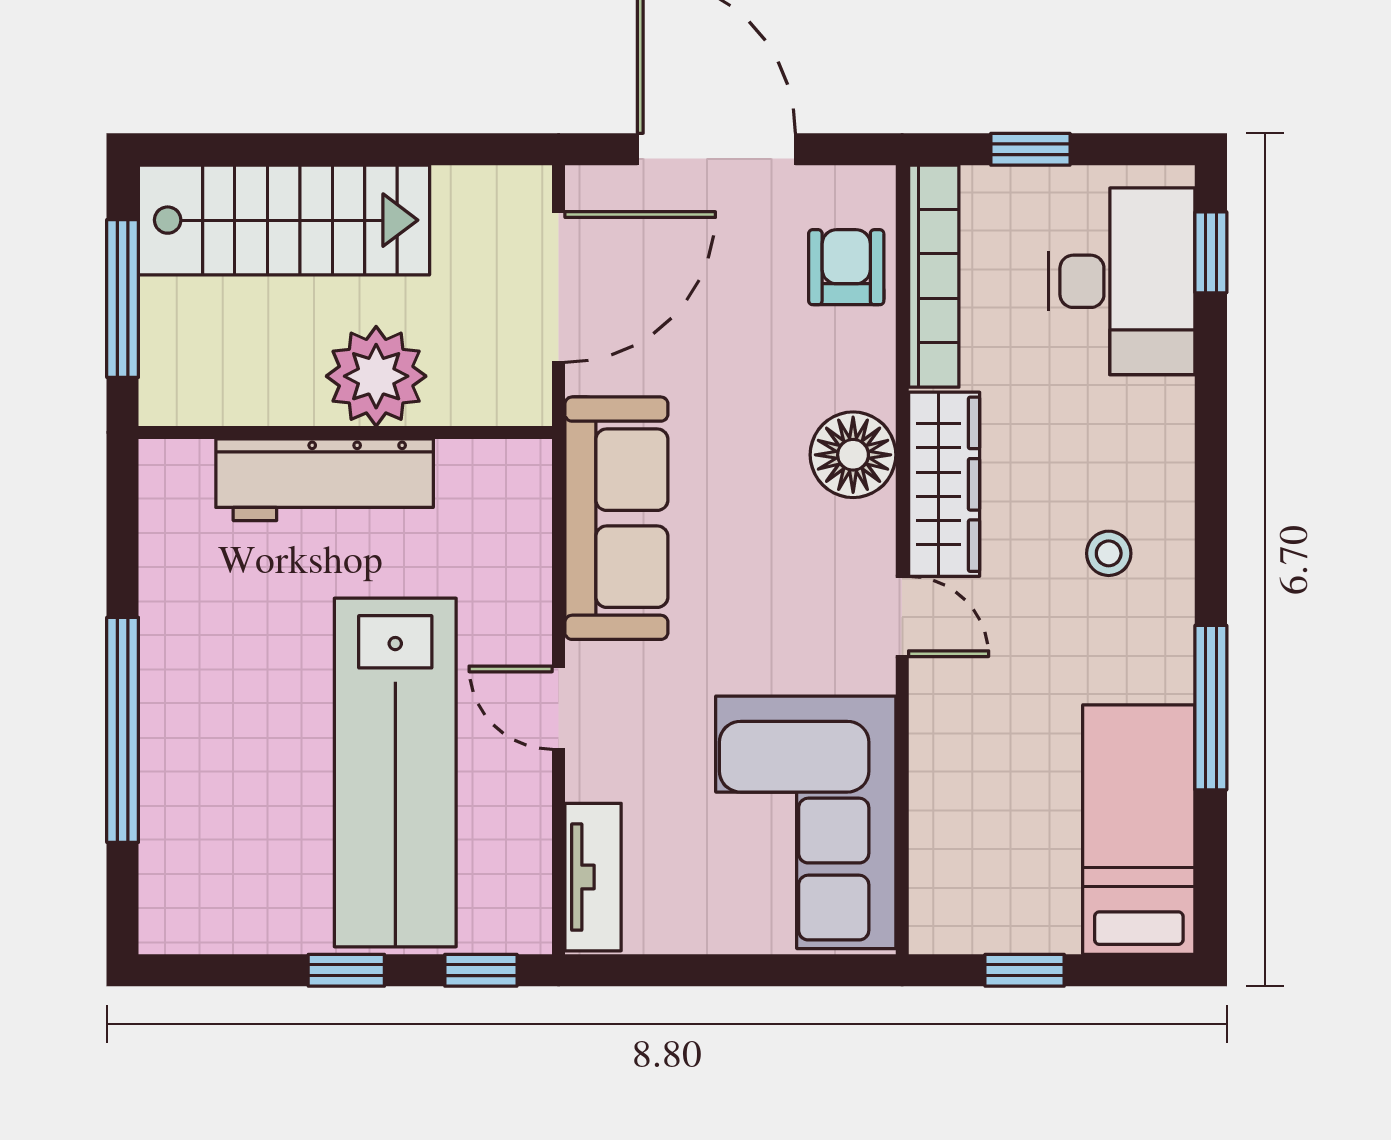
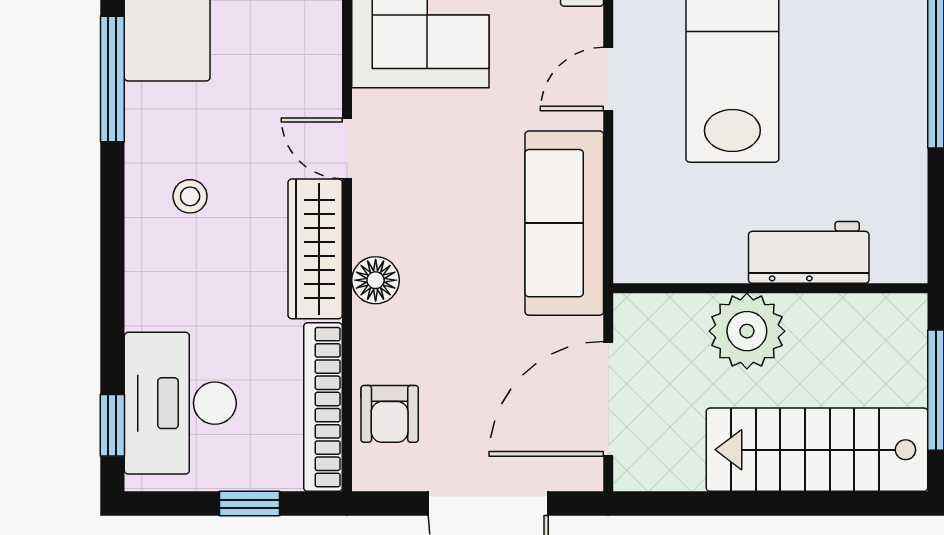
floor lamp: (853, 455) -> (376, 280), width x0.73, depth x0.73
workbench: (325, 480) -> (809, 252), width x0.73
door: (559, 708) -> (608, 79), swing flipped

